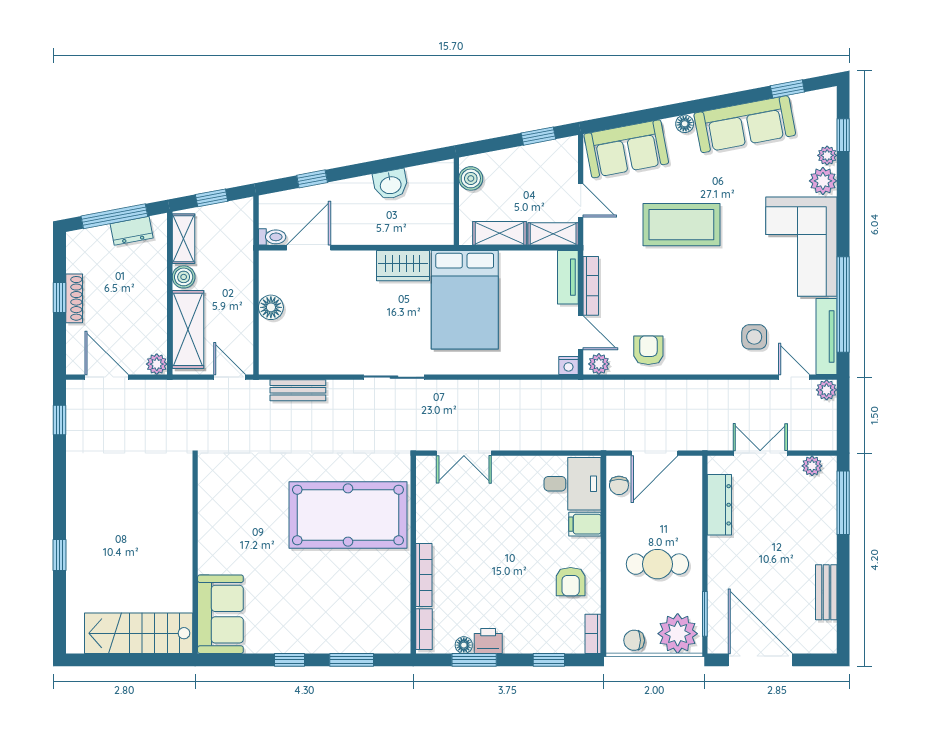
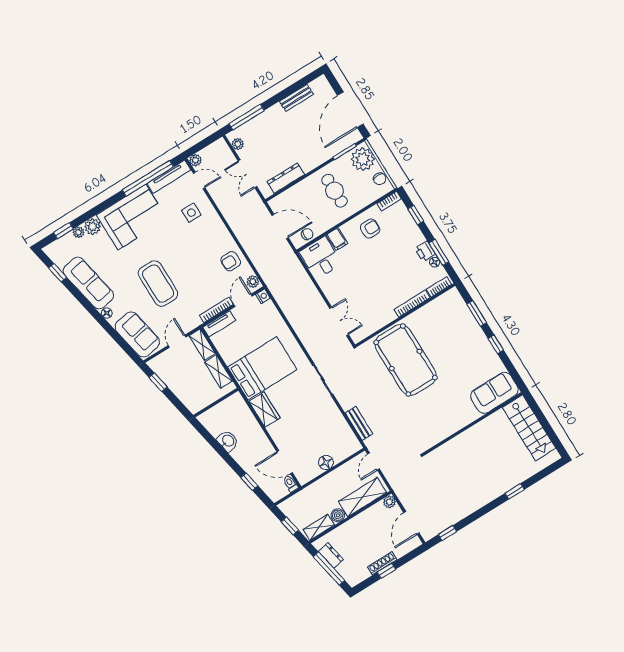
boiler: (471, 178) -> (200, 403), removed
door: (794, 377) -> (199, 180), swing flipped

